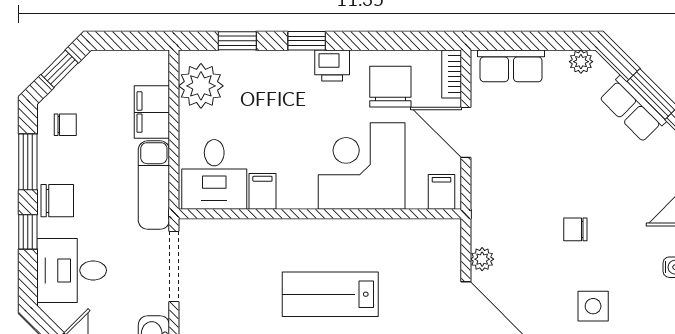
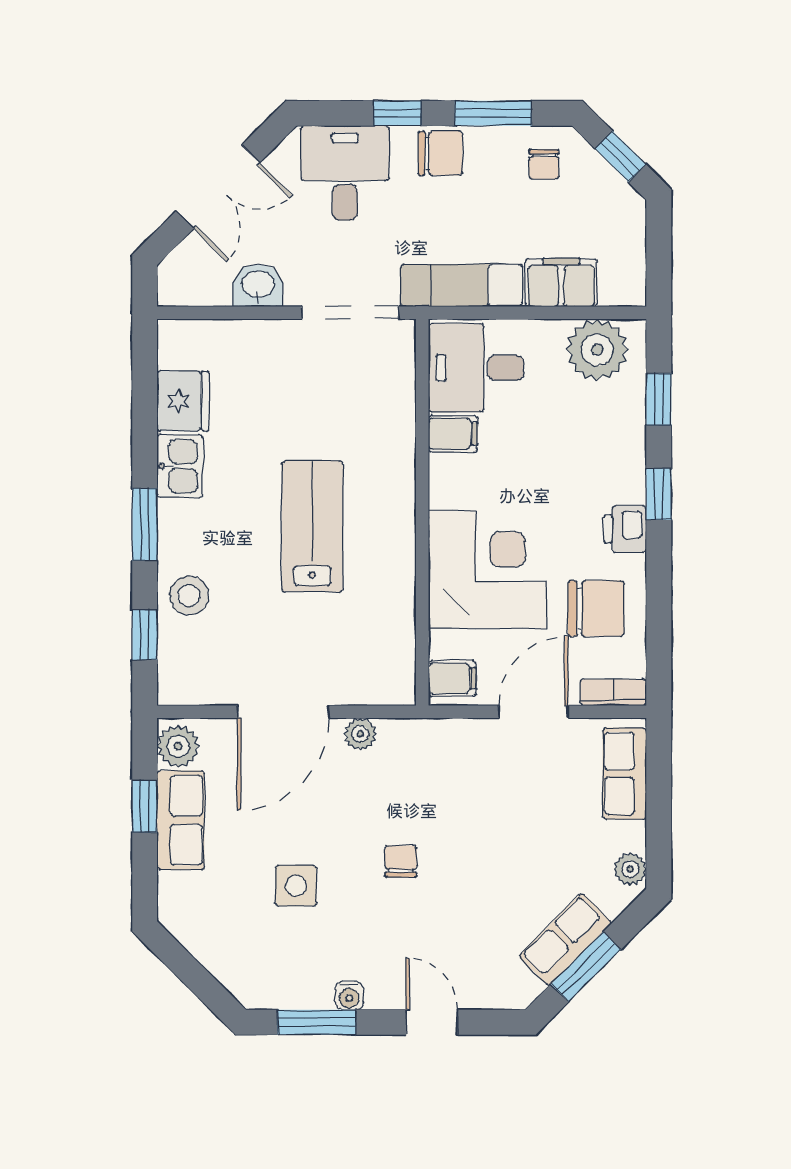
chair: (57, 201) -> (440, 153), turned -90

